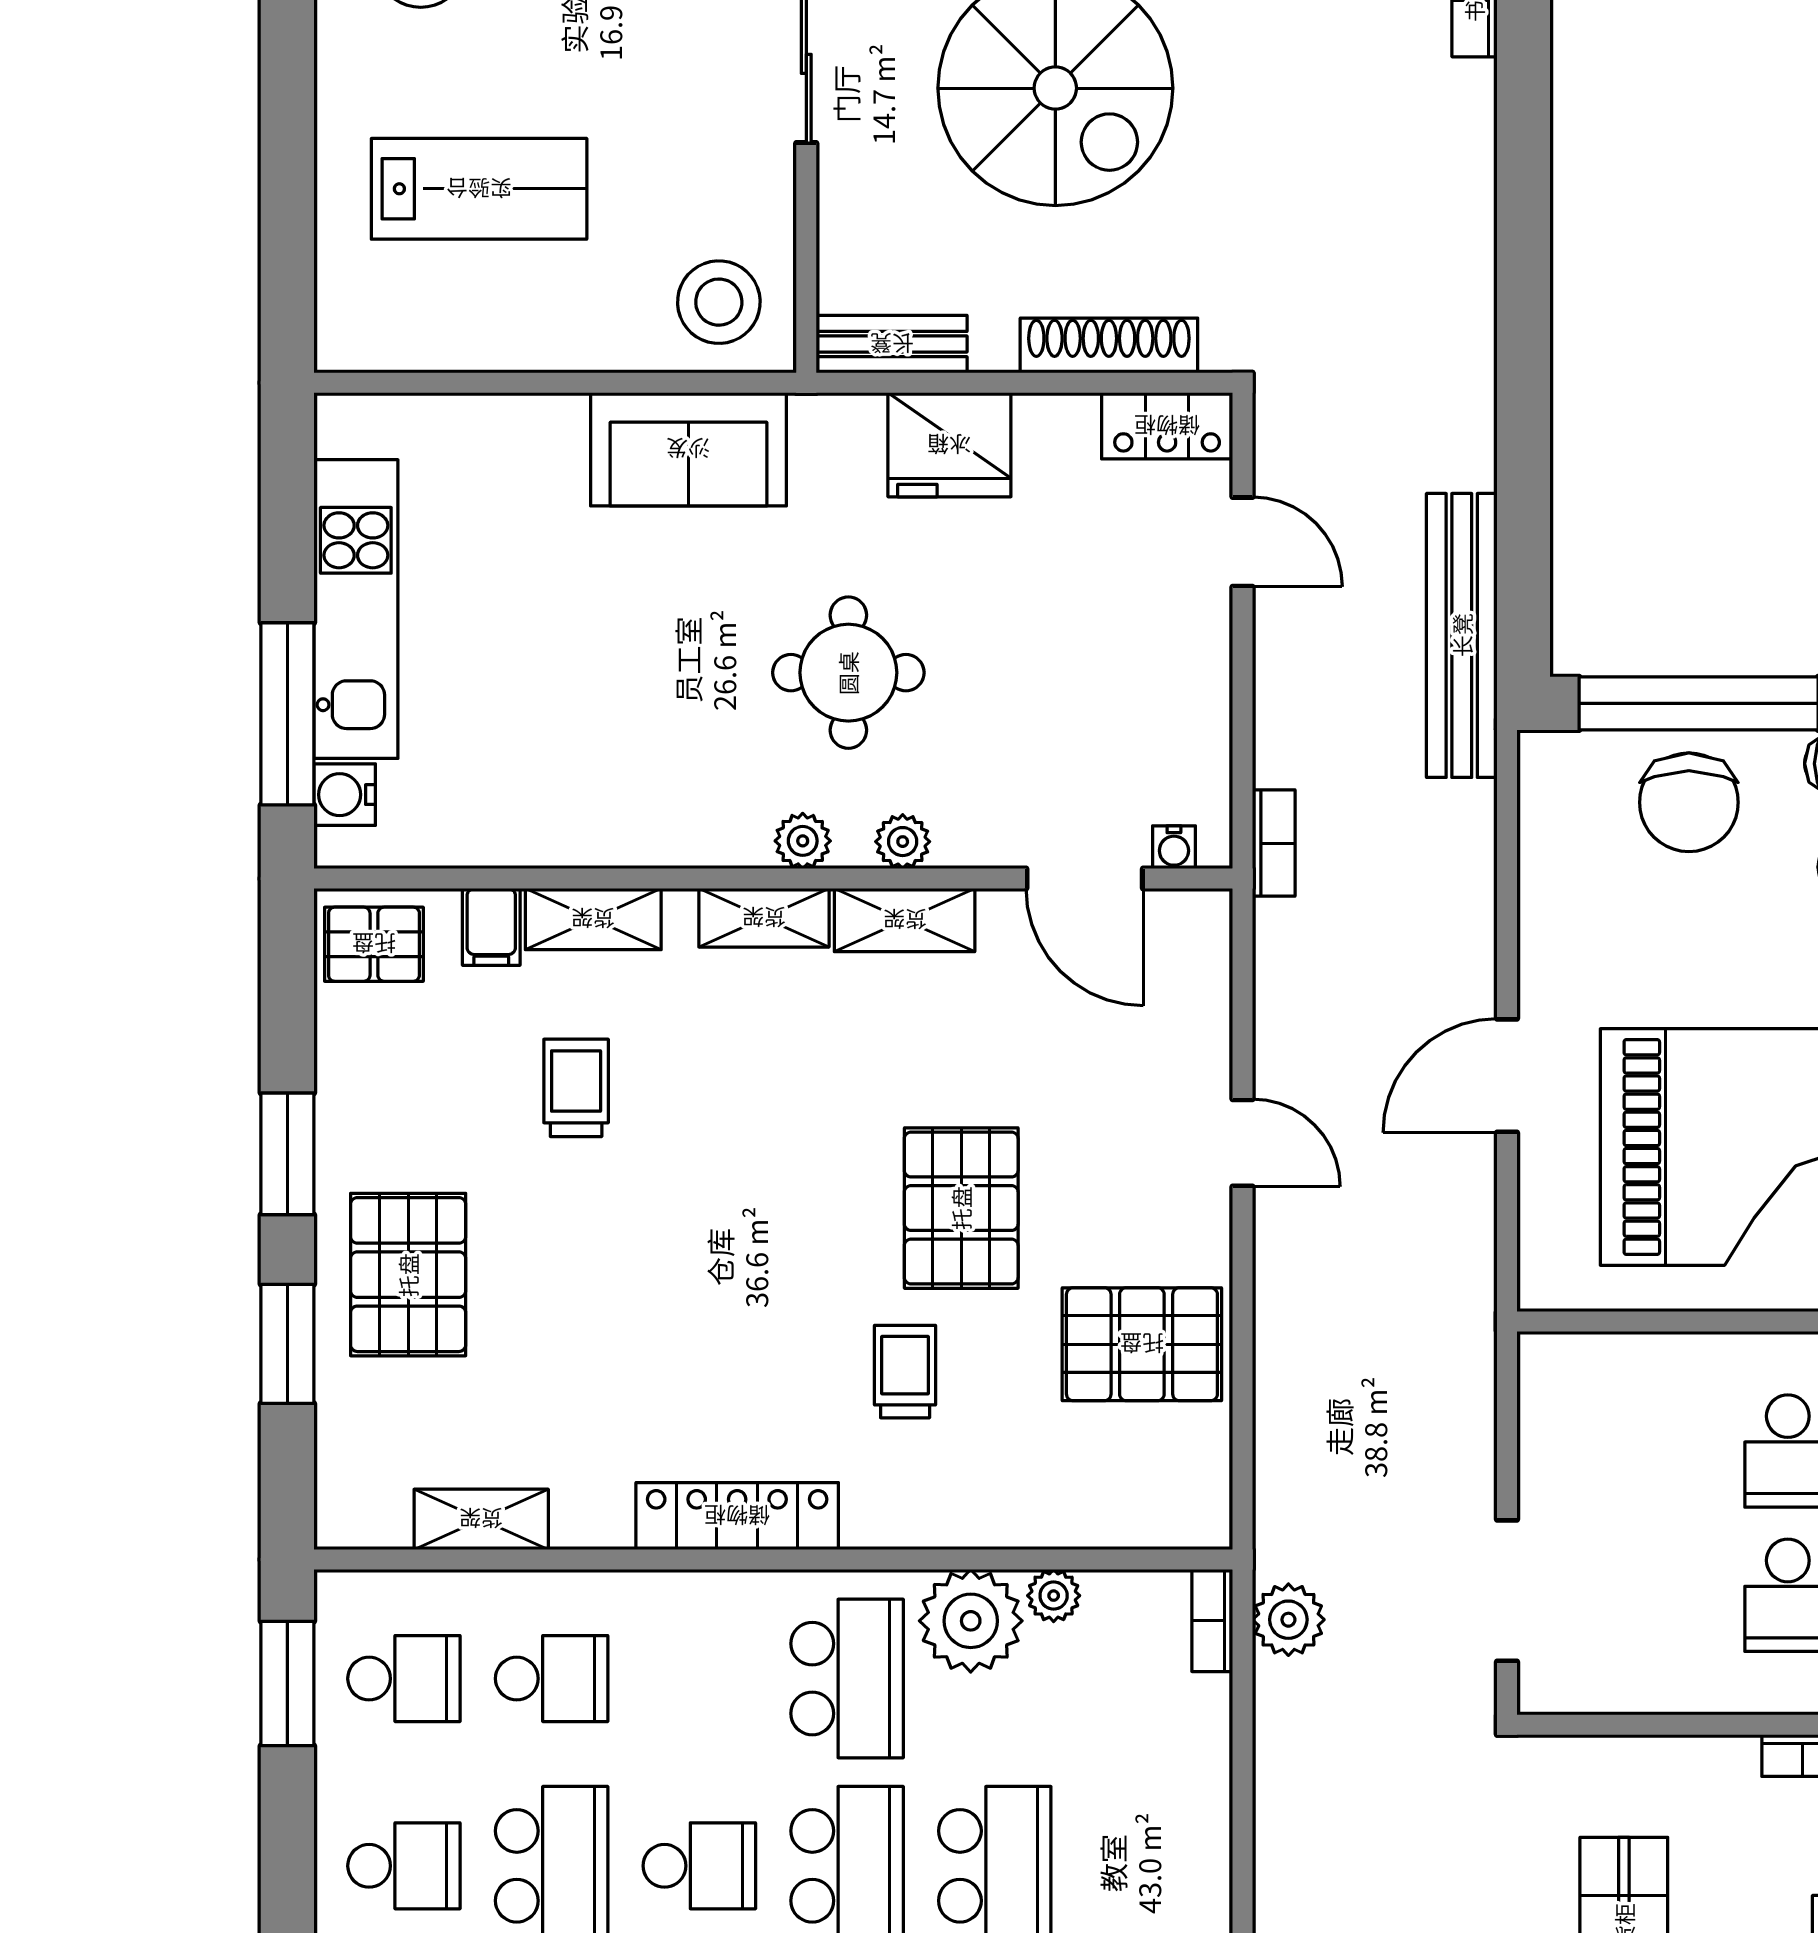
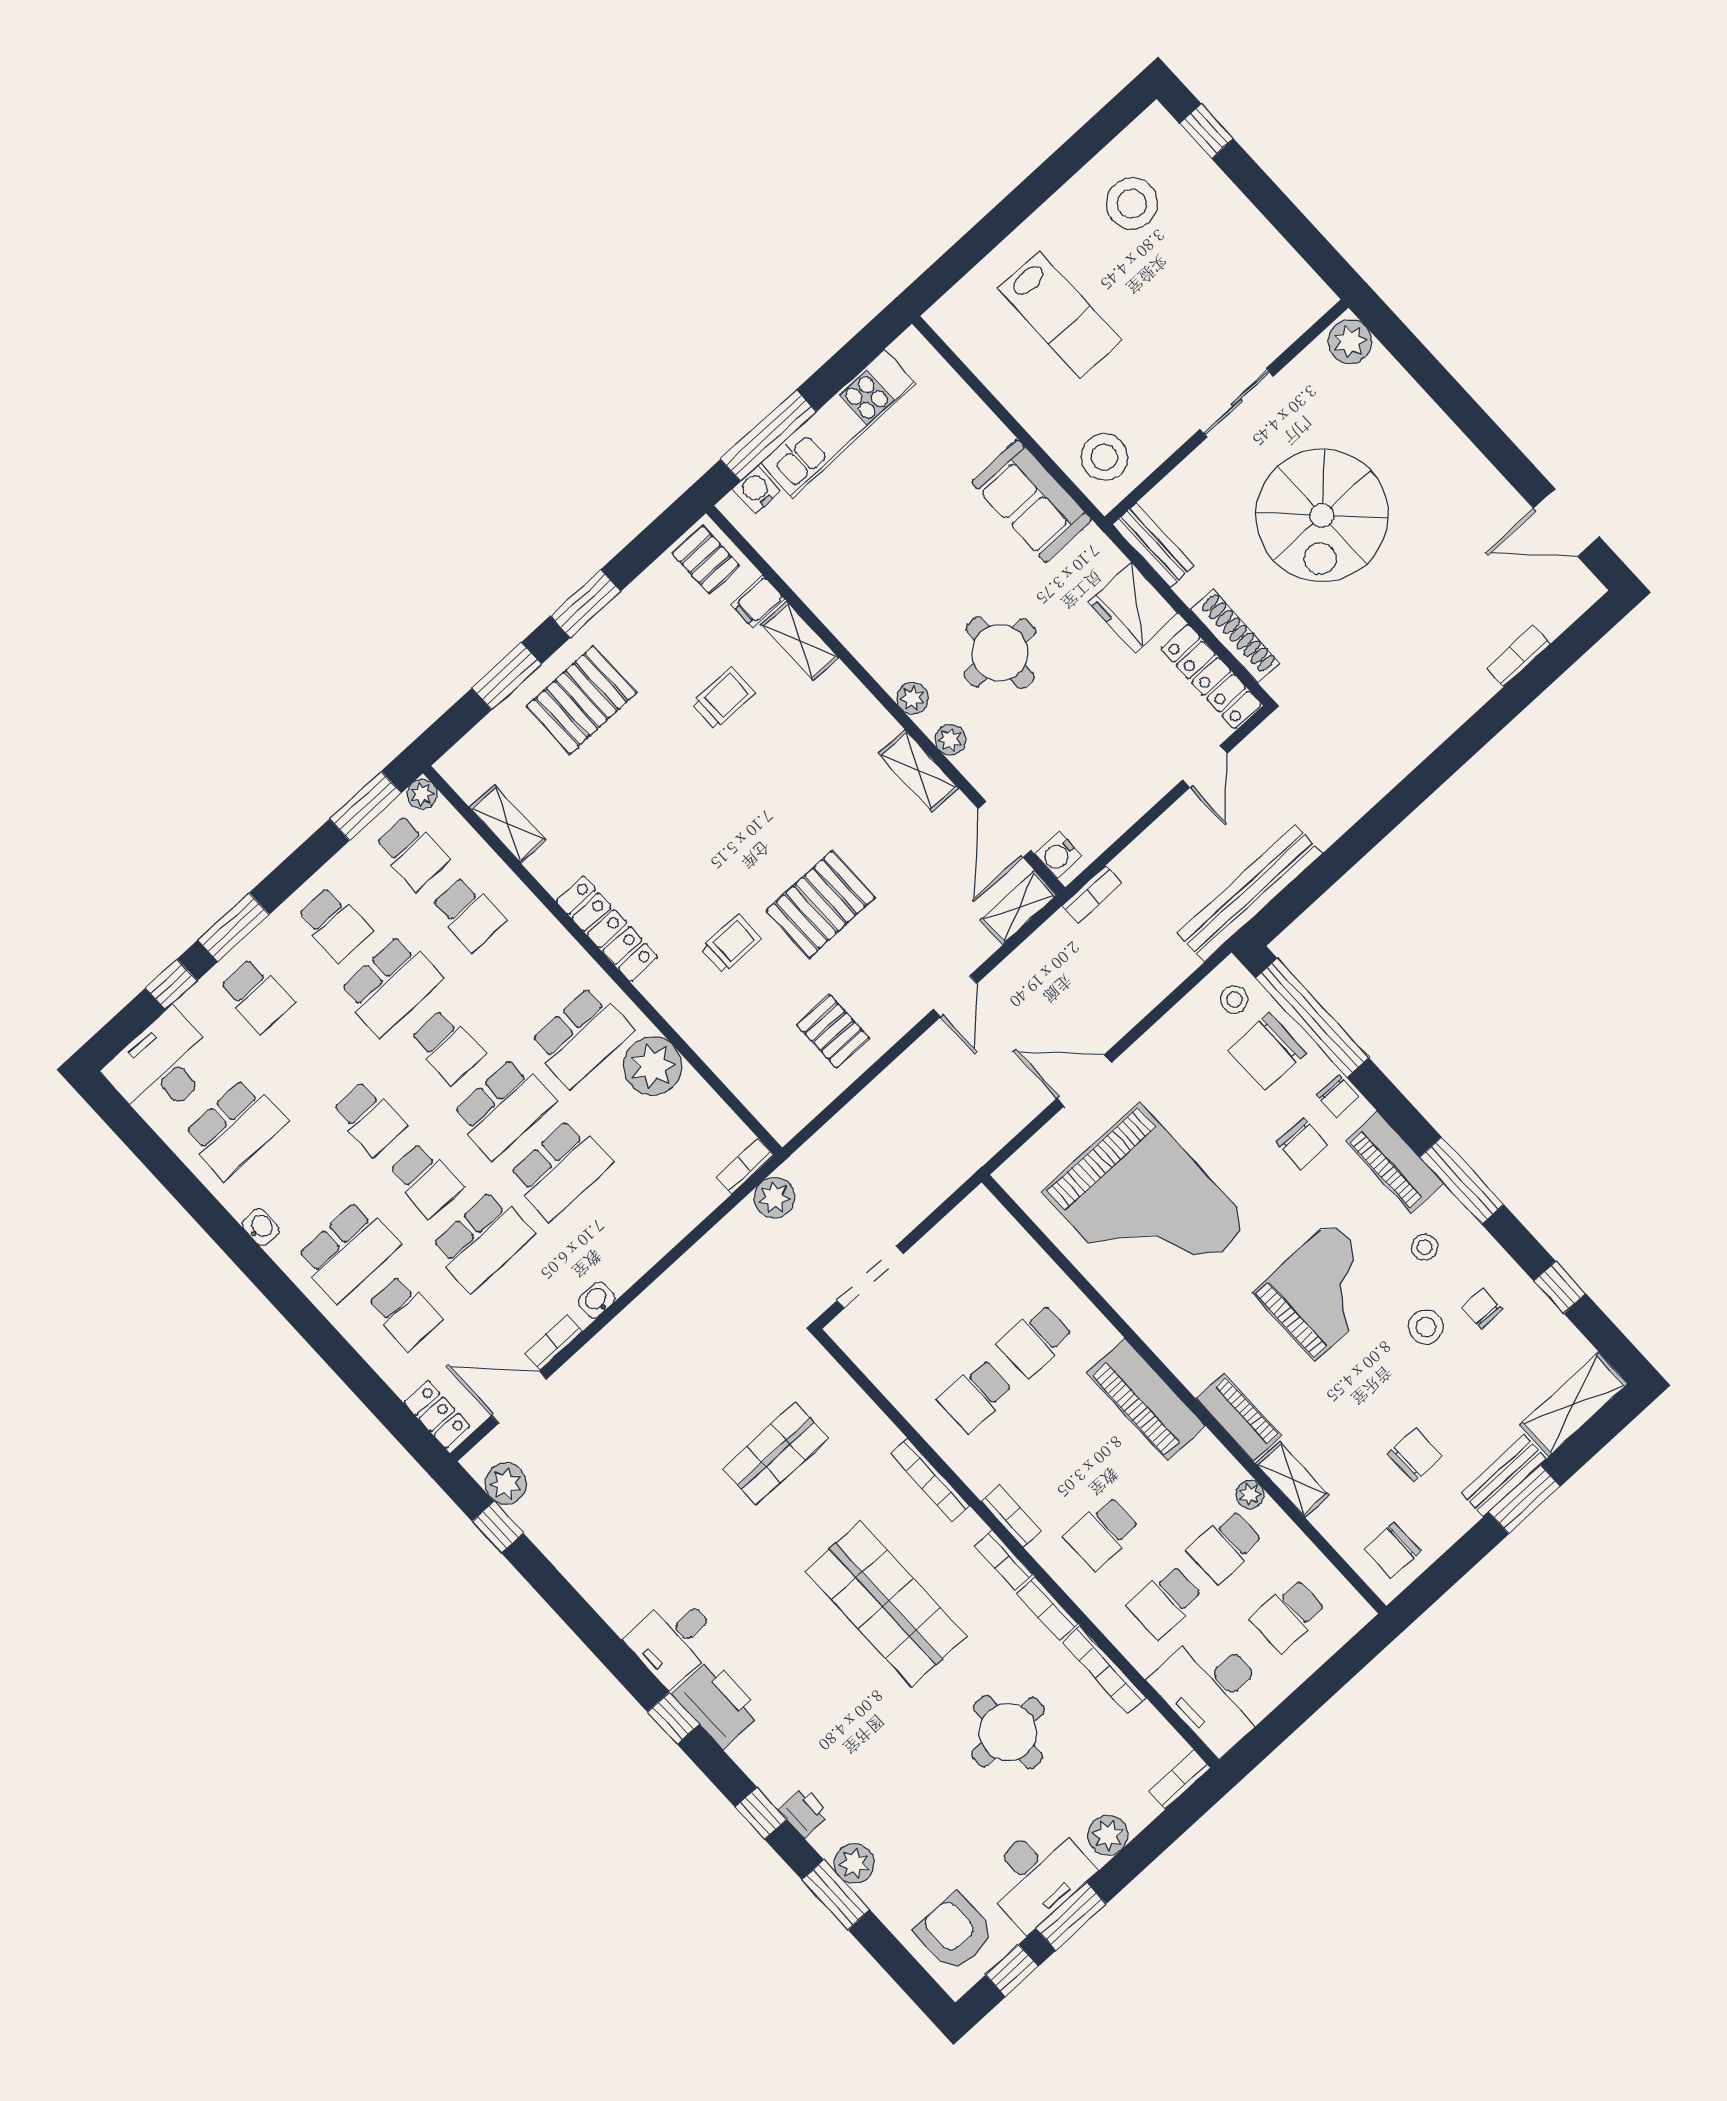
locker: (1167, 426) -> (1211, 677), width x1.53
stool: (1582, 783) -> (1234, 1000), added
water cooler: (1174, 847) -> (1058, 855), width x1.38, depth x1.38
shelving: (764, 918) -> (1019, 908), moved, turned 90
pallet: (1142, 1344) -> (833, 1031), width x0.67, depth x0.71
plant: (1054, 1596) -> (422, 794), moved

